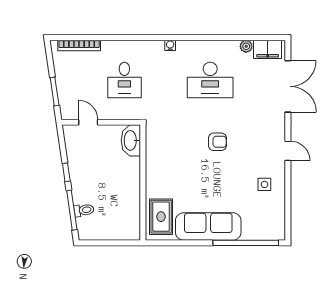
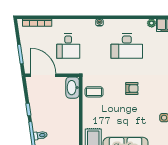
door: (88, 122) -> (43, 75), width x1.87
coffee table: (162, 147) -> (94, 92), added

